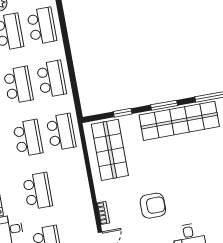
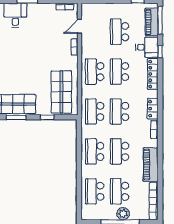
school desk: (71, 185) -> (95, 72), added
armchair: (153, 206) -> (37, 46), removed

